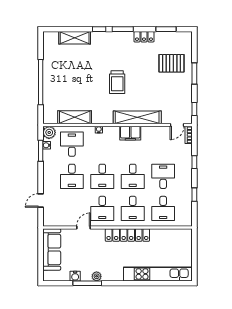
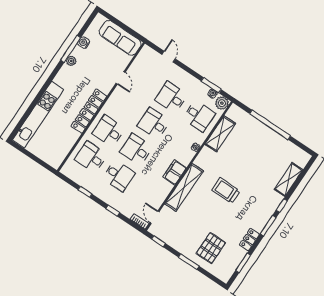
desk: (102, 208) -> (126, 105), removed

